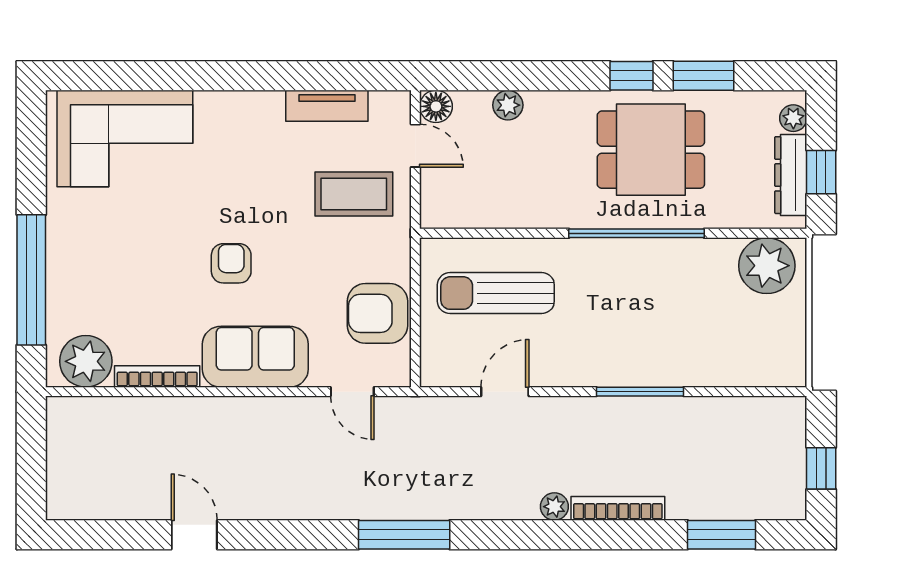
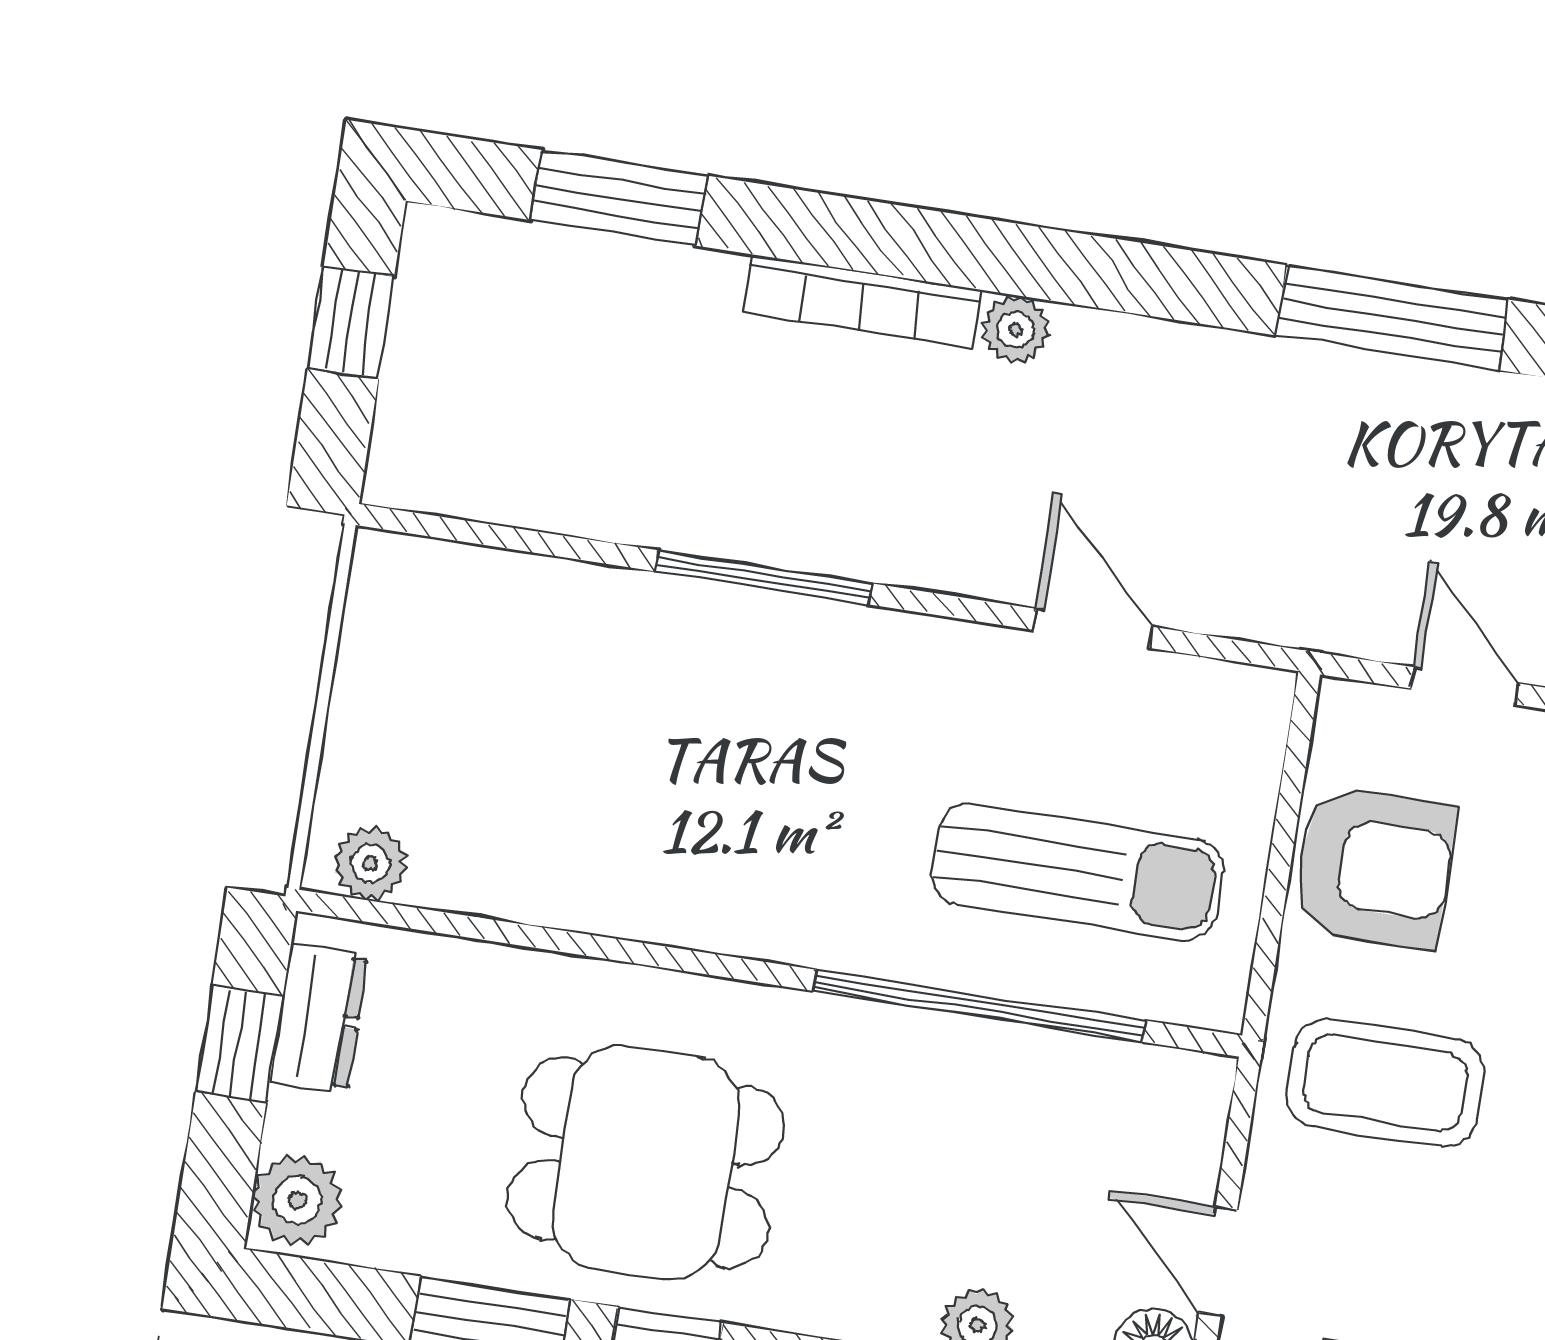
plant: (793, 118) -> (297, 1200), width x1.38, depth x1.38
dresser: (791, 175) -> (319, 1018), width x0.70
coffee table: (354, 194) -> (1385, 1083), moved
window: (637, 233) -> (980, 1006), moved
plant: (767, 266) -> (370, 863), width x0.53, depth x0.53
door: (505, 392) -> (1093, 628), swing flipped

